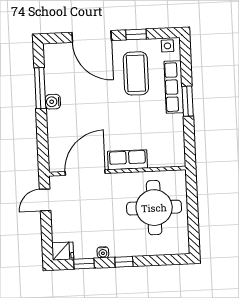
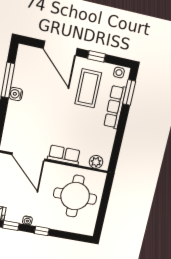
window: (188, 101) -> (129, 93), moved
plant: (169, 159) -> (96, 162), added
door: (85, 173) -> (28, 157), swing flipped

